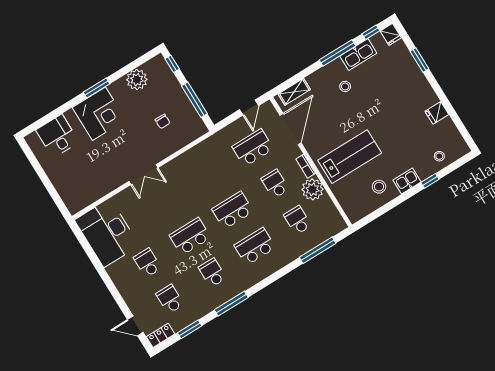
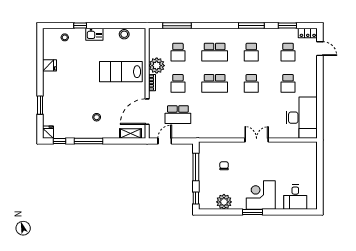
kitchen sink: (358, 55) -> (76, 132), removed
stool: (379, 187) -> (124, 34), moved
school desk: (190, 237) -> (251, 83), width x0.54

